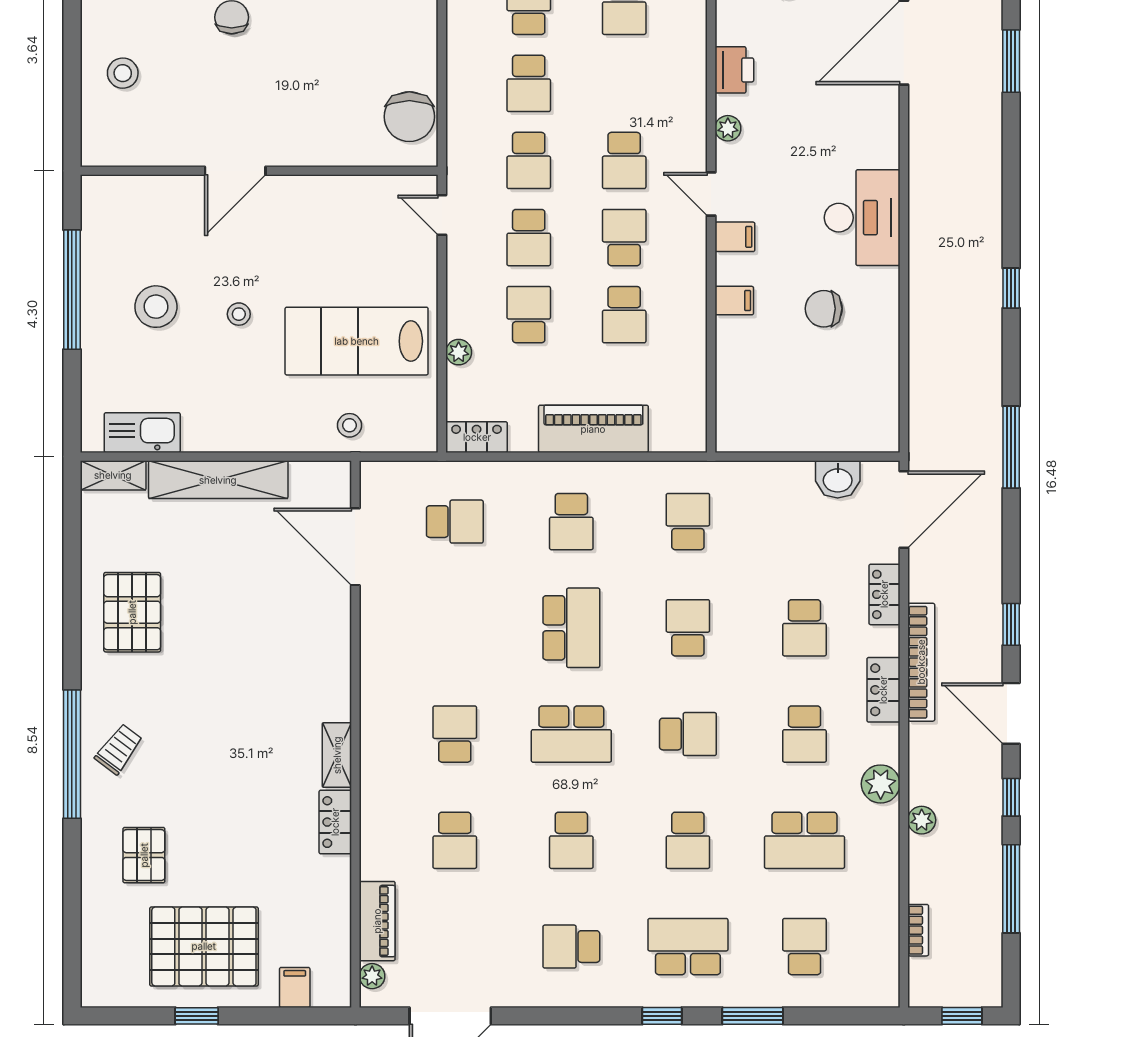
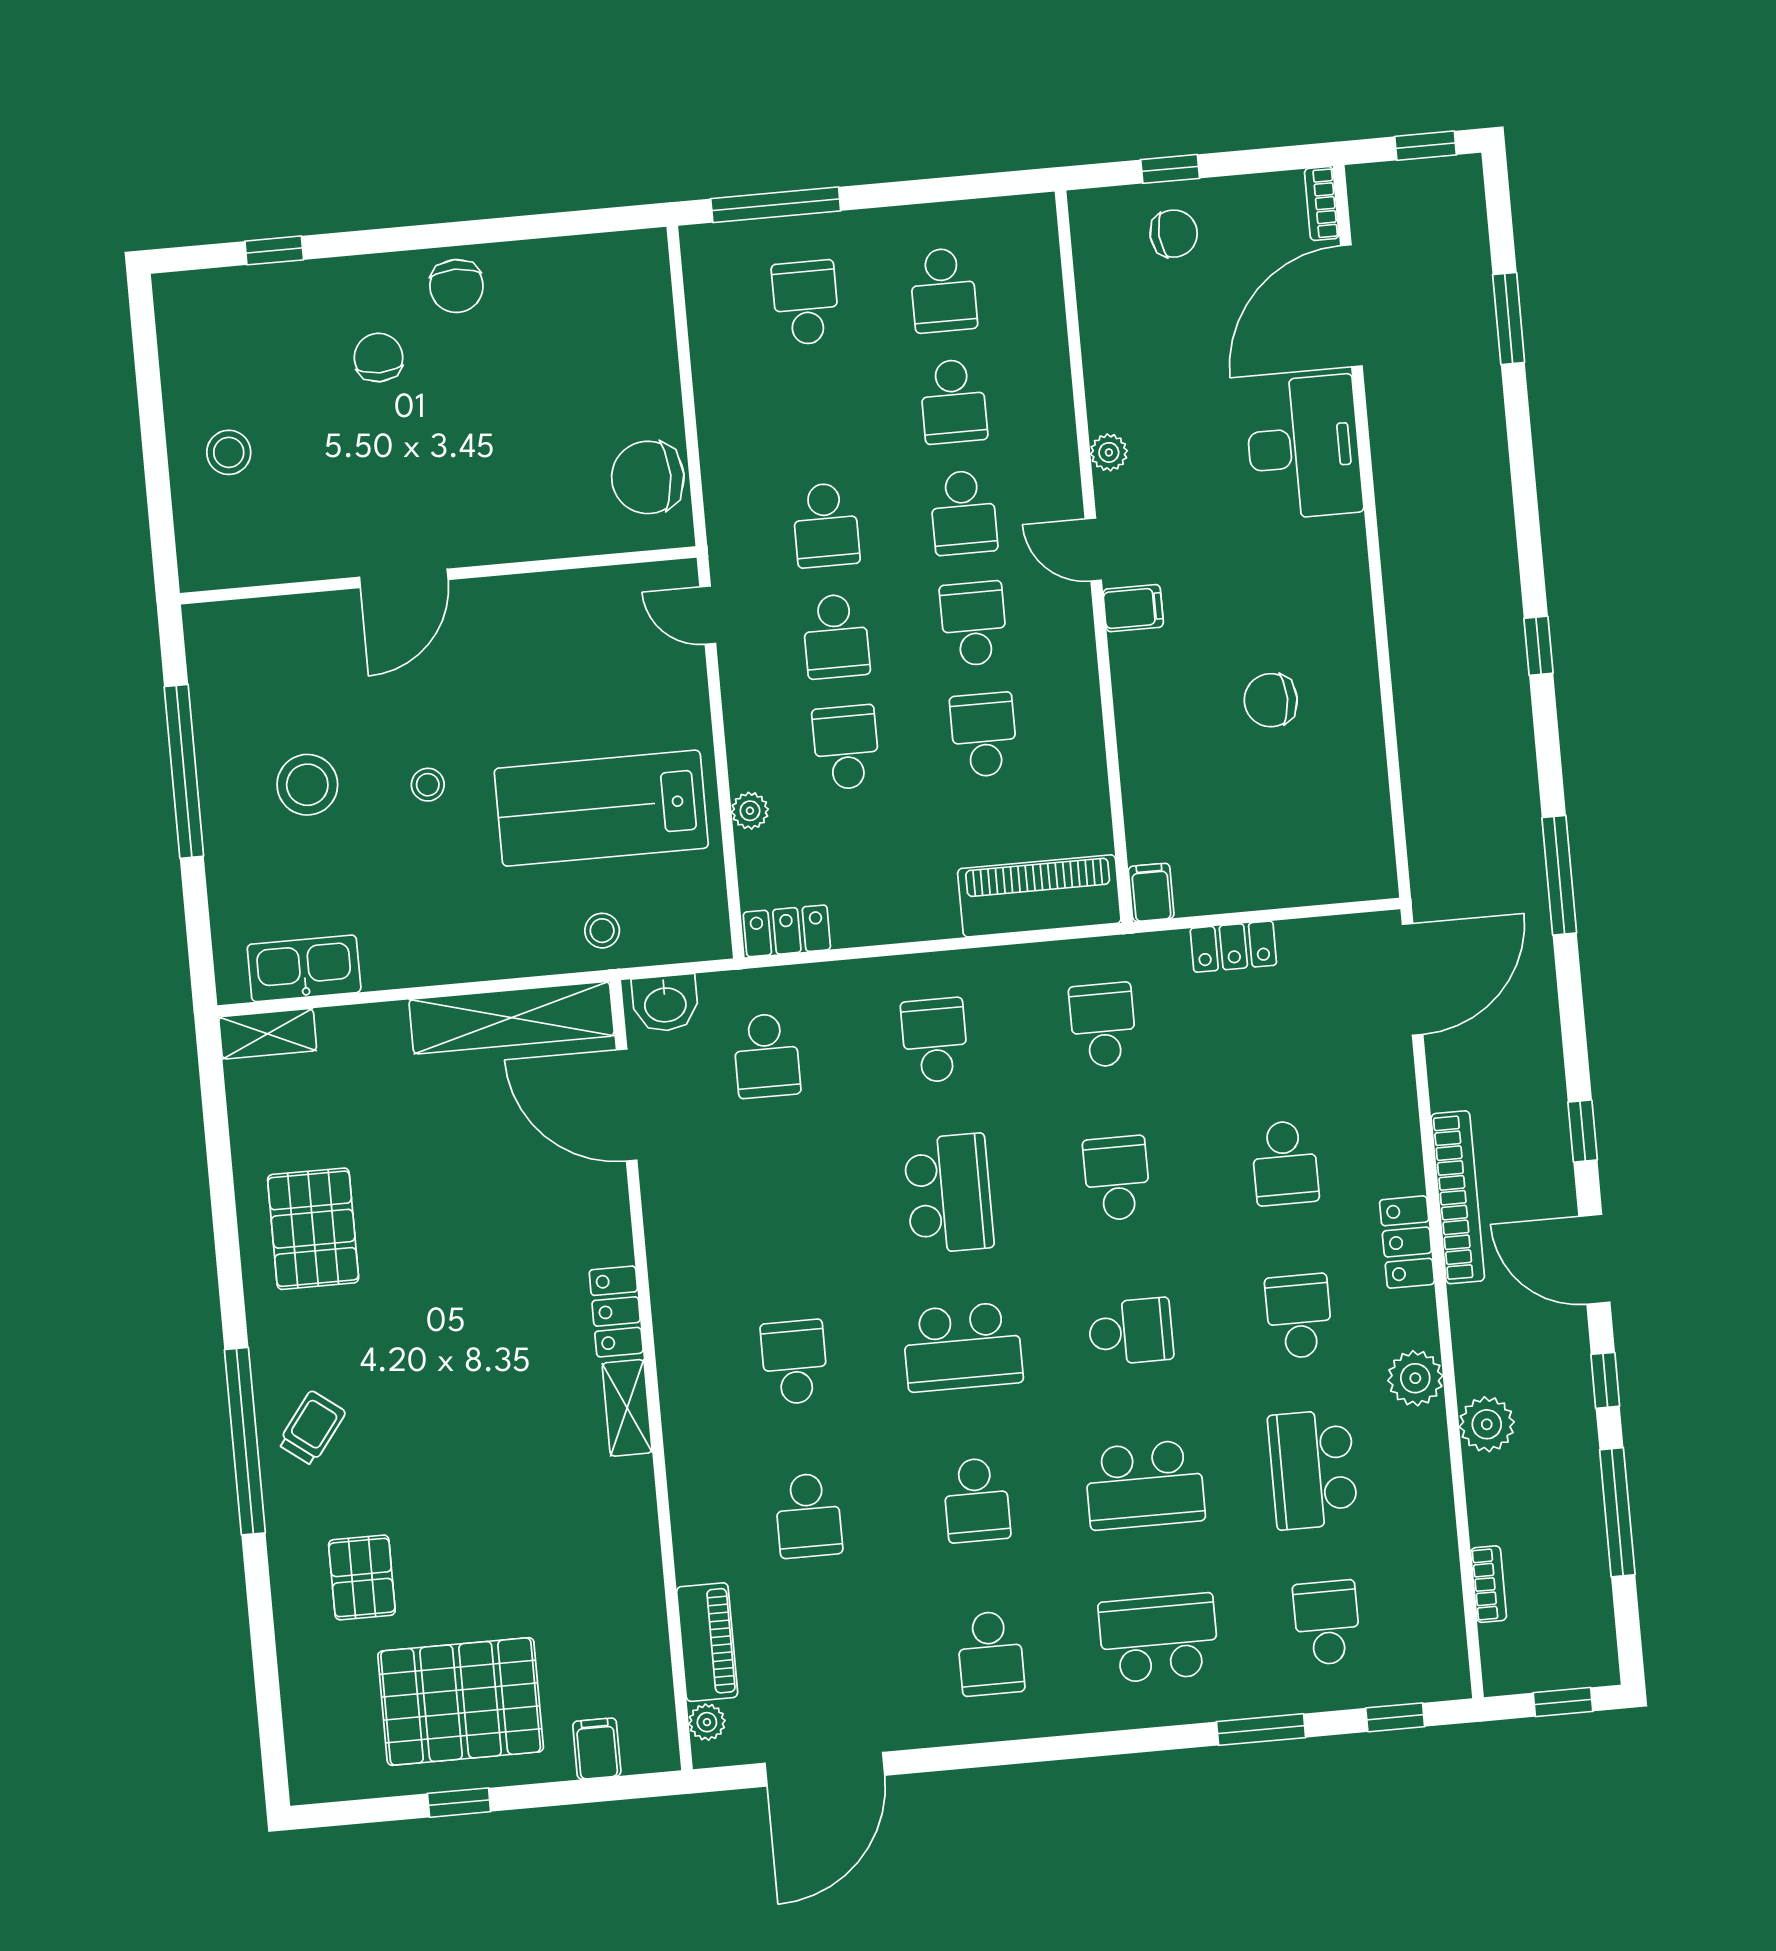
printer: (734, 70) -> (1110, 367), removed
school desk: (529, 83) -> (953, 401), moved
chair: (409, 117) -> (648, 477), turned 90
desk: (862, 218) -> (1304, 447), moved
filing cabinet: (734, 301) -> (1151, 892), moved, turned -90
school desk: (624, 315) -> (984, 735), turned 180
piano: (593, 429) -> (1039, 896), moved
washbasin: (838, 479) -> (665, 1003), moved
shelving: (218, 480) -> (512, 1018), moved
school desk: (455, 522) -> (767, 1056), turned 90
school desk: (571, 522) -> (935, 1040), turned 180
locker: (884, 594) -> (1233, 947), moved, turned -90
school desk: (804, 734) -> (1299, 1316), turned 180
plant: (922, 820) -> (1487, 1424), width x1.38, depth x1.38
locker: (335, 822) -> (616, 1311), moved
school desk: (688, 840) -> (1145, 1485), width x1.85
school desk: (804, 840) -> (1313, 1469), turned 90
school desk: (571, 947) -> (990, 1653), turned -90
window: (662, 1016) -> (1395, 1717), moved

